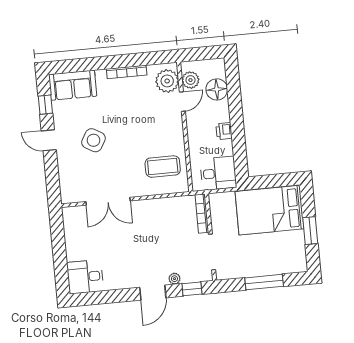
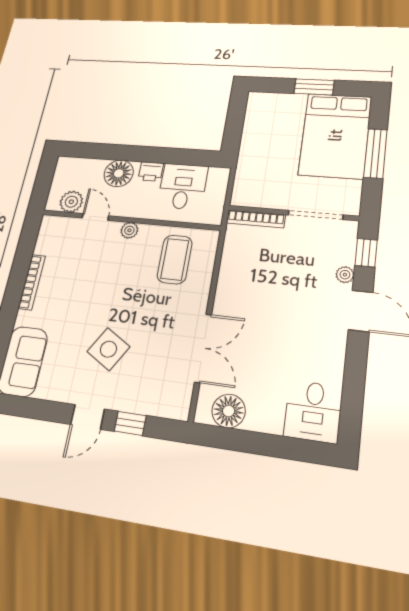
plant: (167, 81) -> (129, 230), moved, width x0.53, depth x0.53
floor lamp: (217, 89) -> (119, 173), moved
window: (45, 105) -> (130, 423), moved
desk: (218, 173) -> (183, 186), moved
bed: (269, 210) -> (335, 135), moved
floor lamp: (73, 227) -> (229, 411), added

